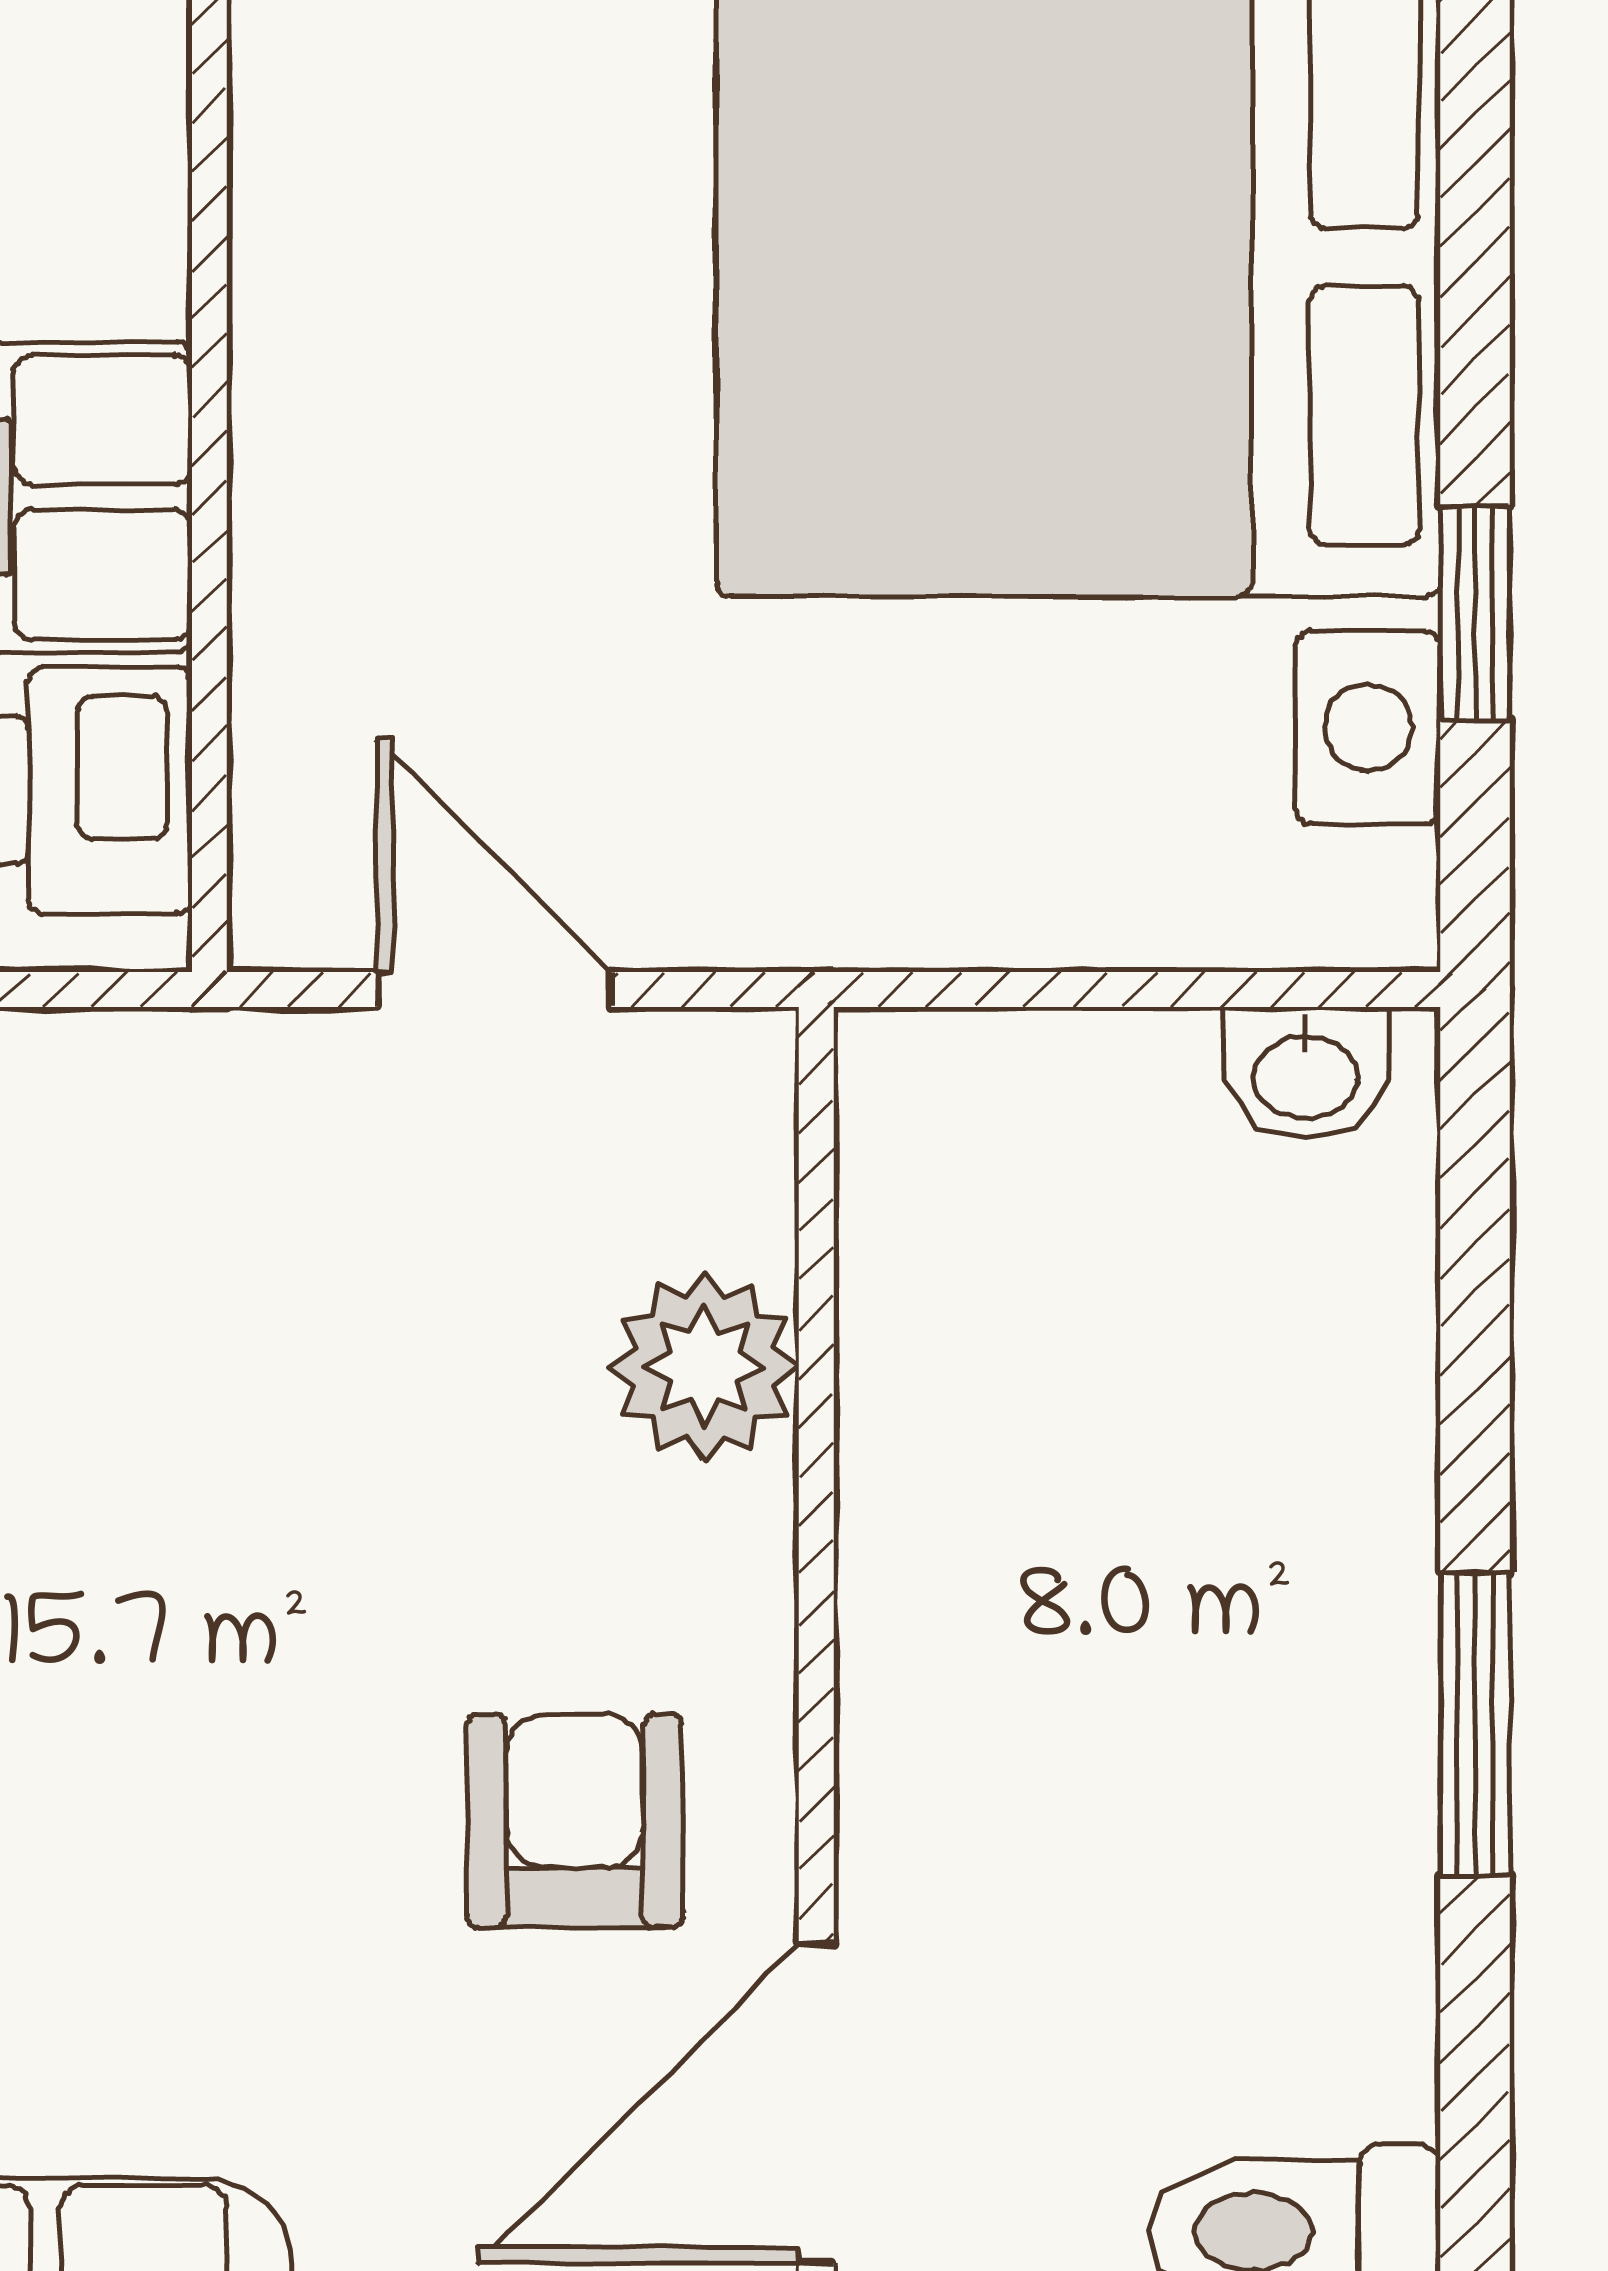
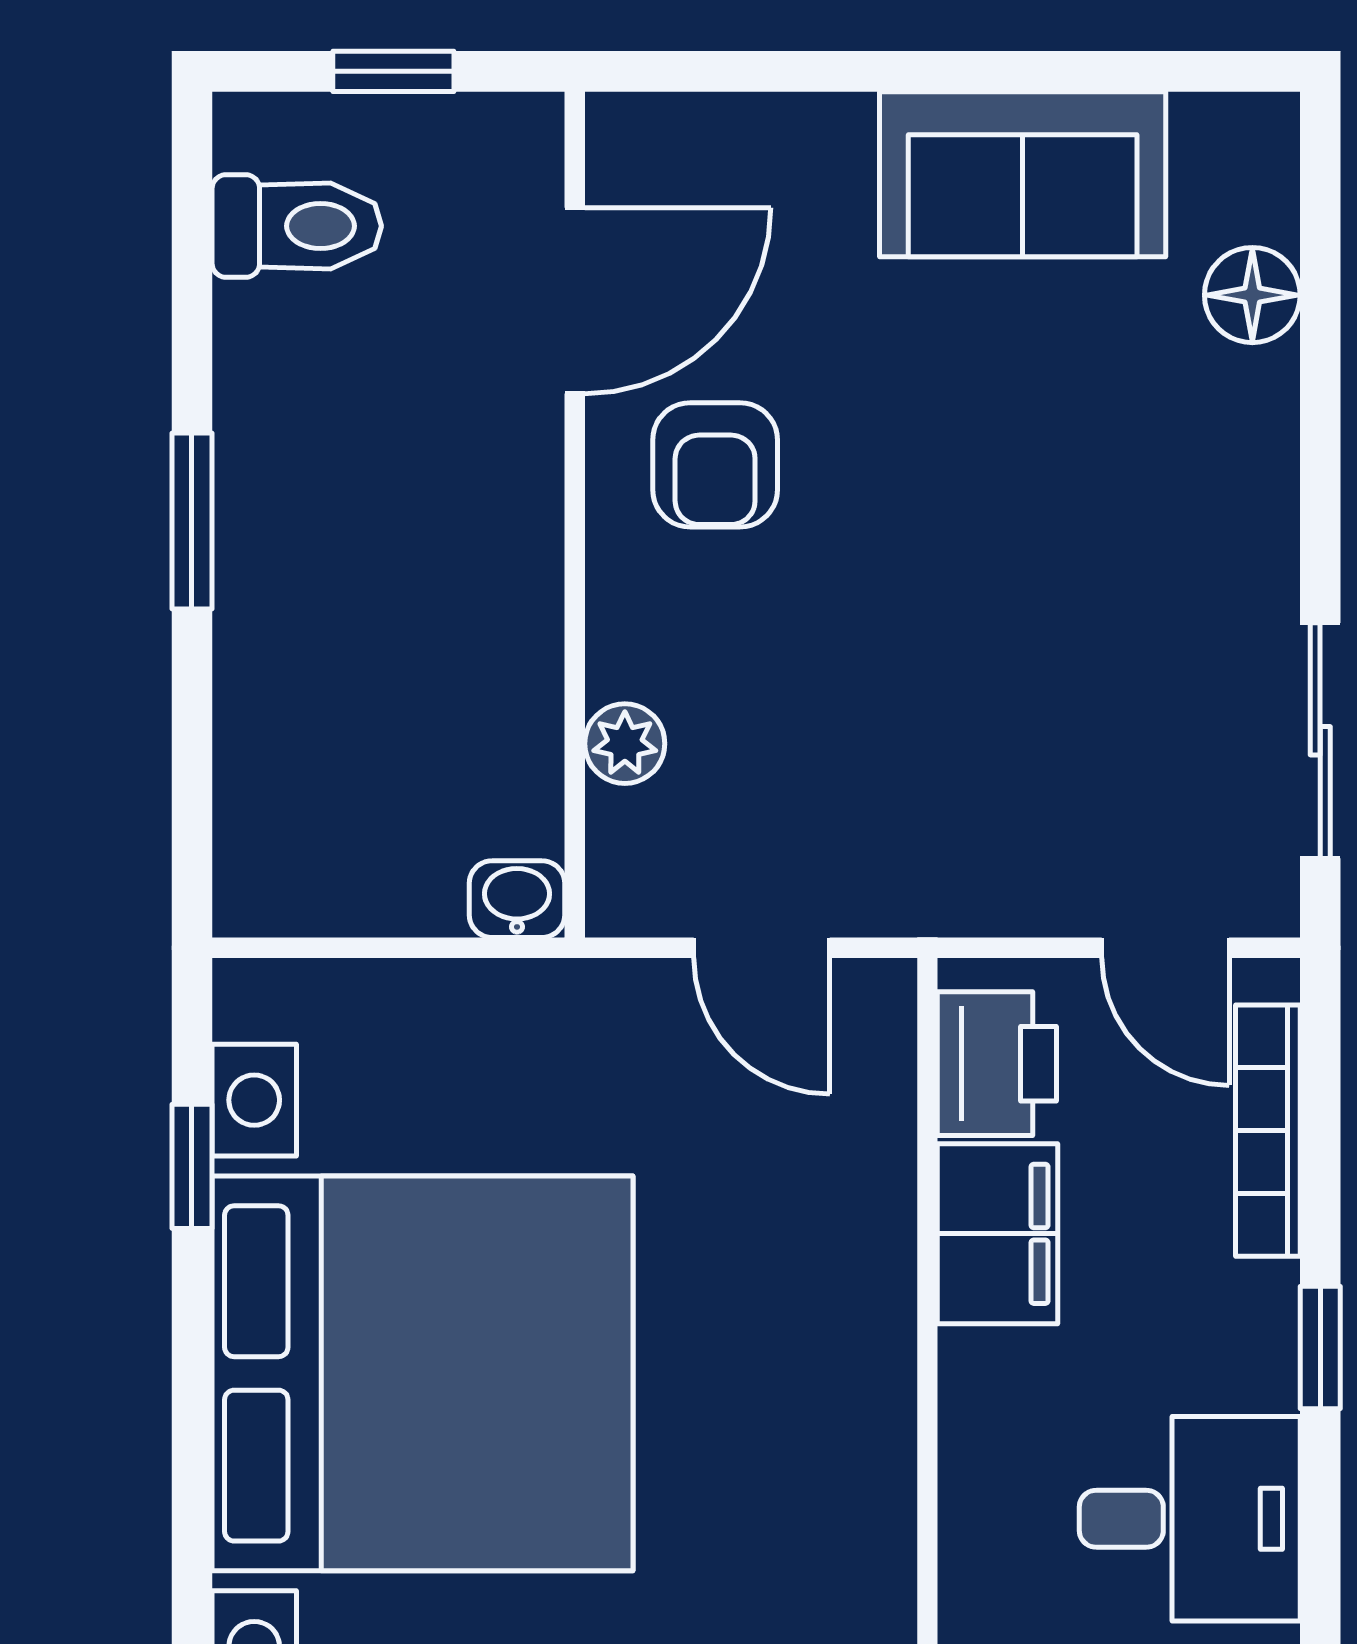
washbasin: (1305, 1073) -> (517, 899), moved
plant: (704, 1367) -> (625, 744), width x0.73, depth x0.73

